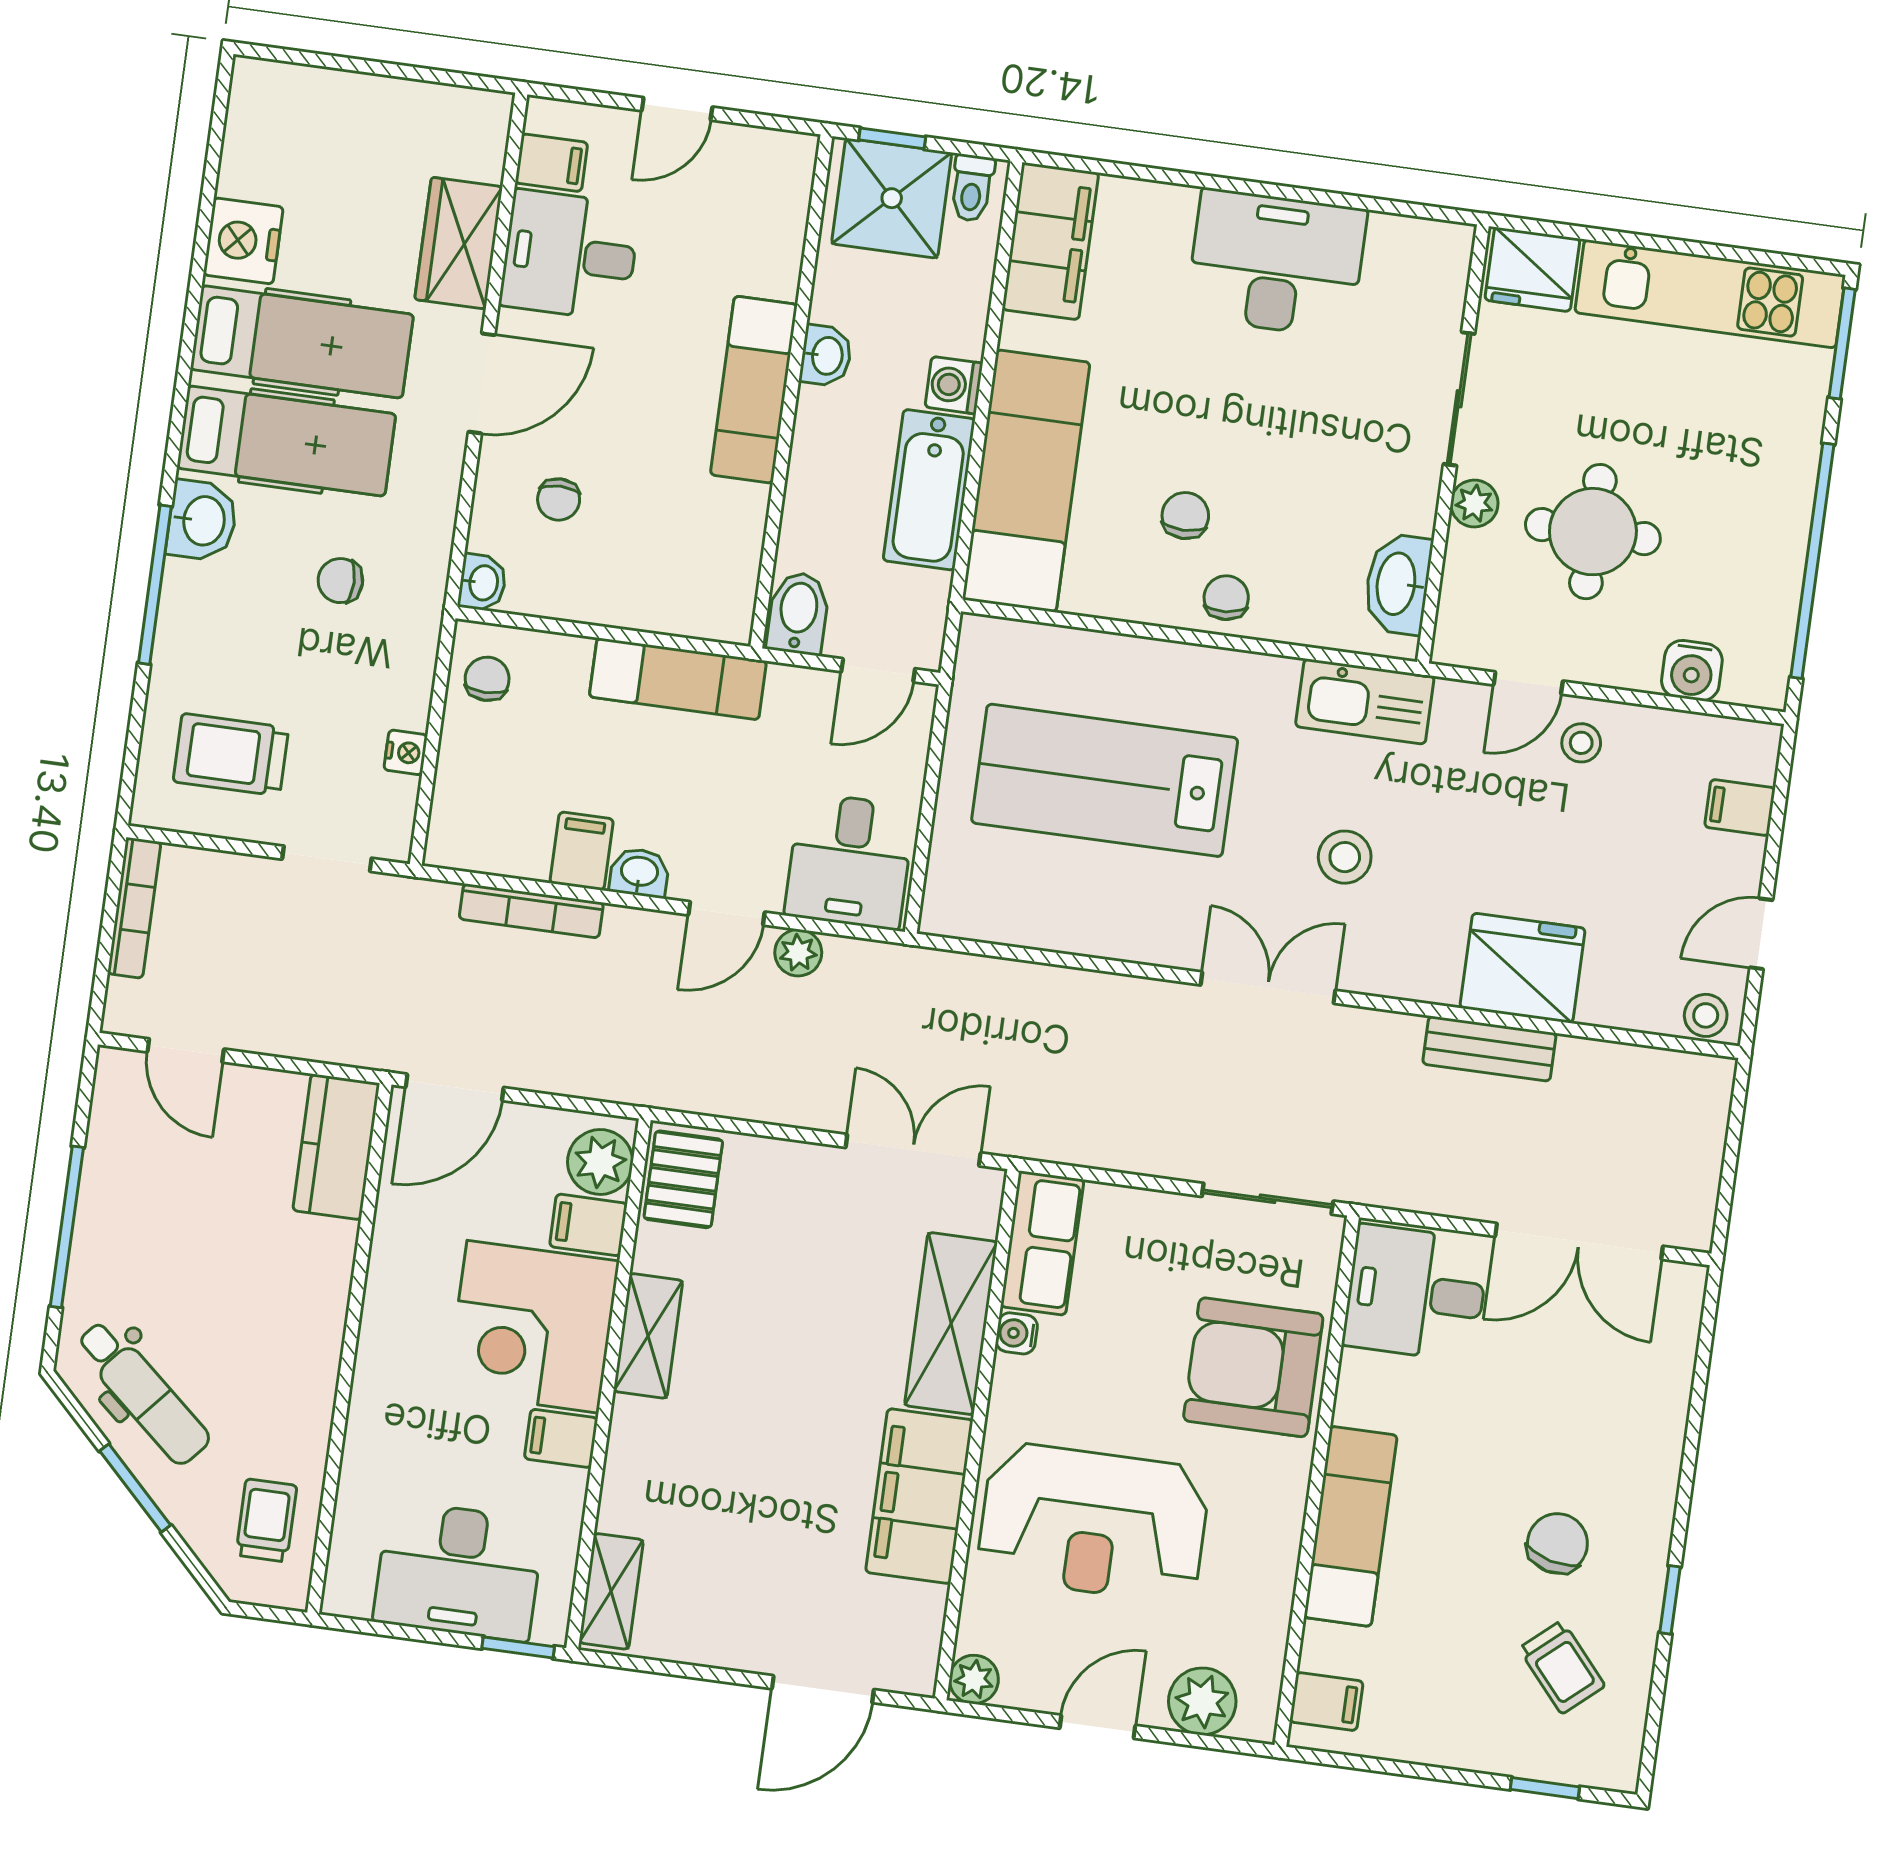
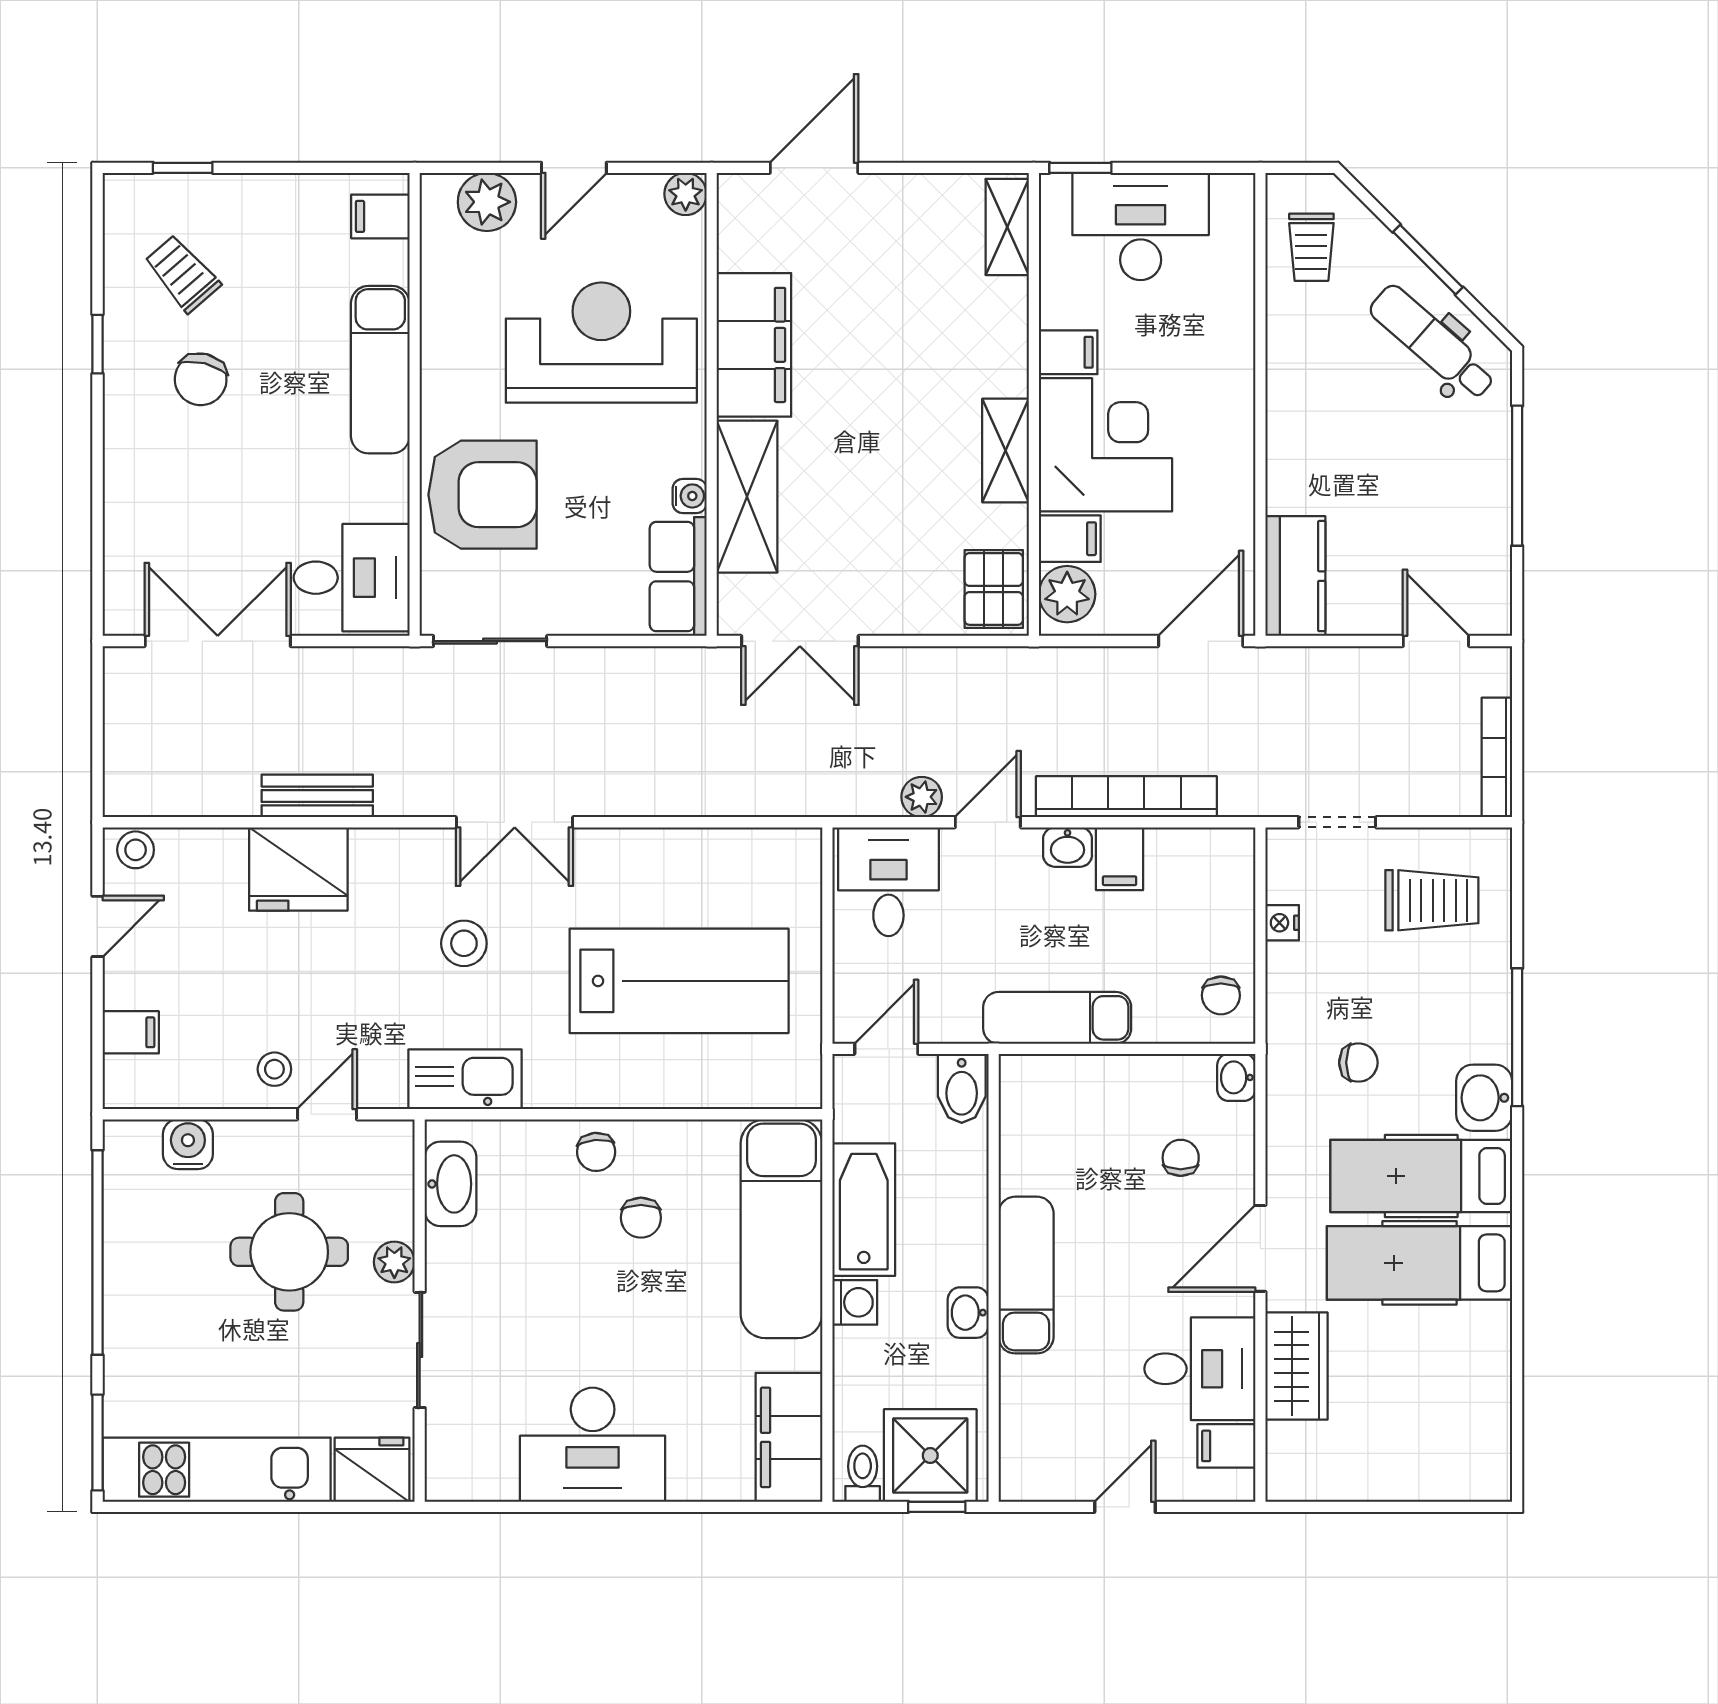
nightstand: (243, 241) -> (1482, 1343), removed
bookcase: (531, 911) -> (1126, 797), width x1.48, depth x1.31

